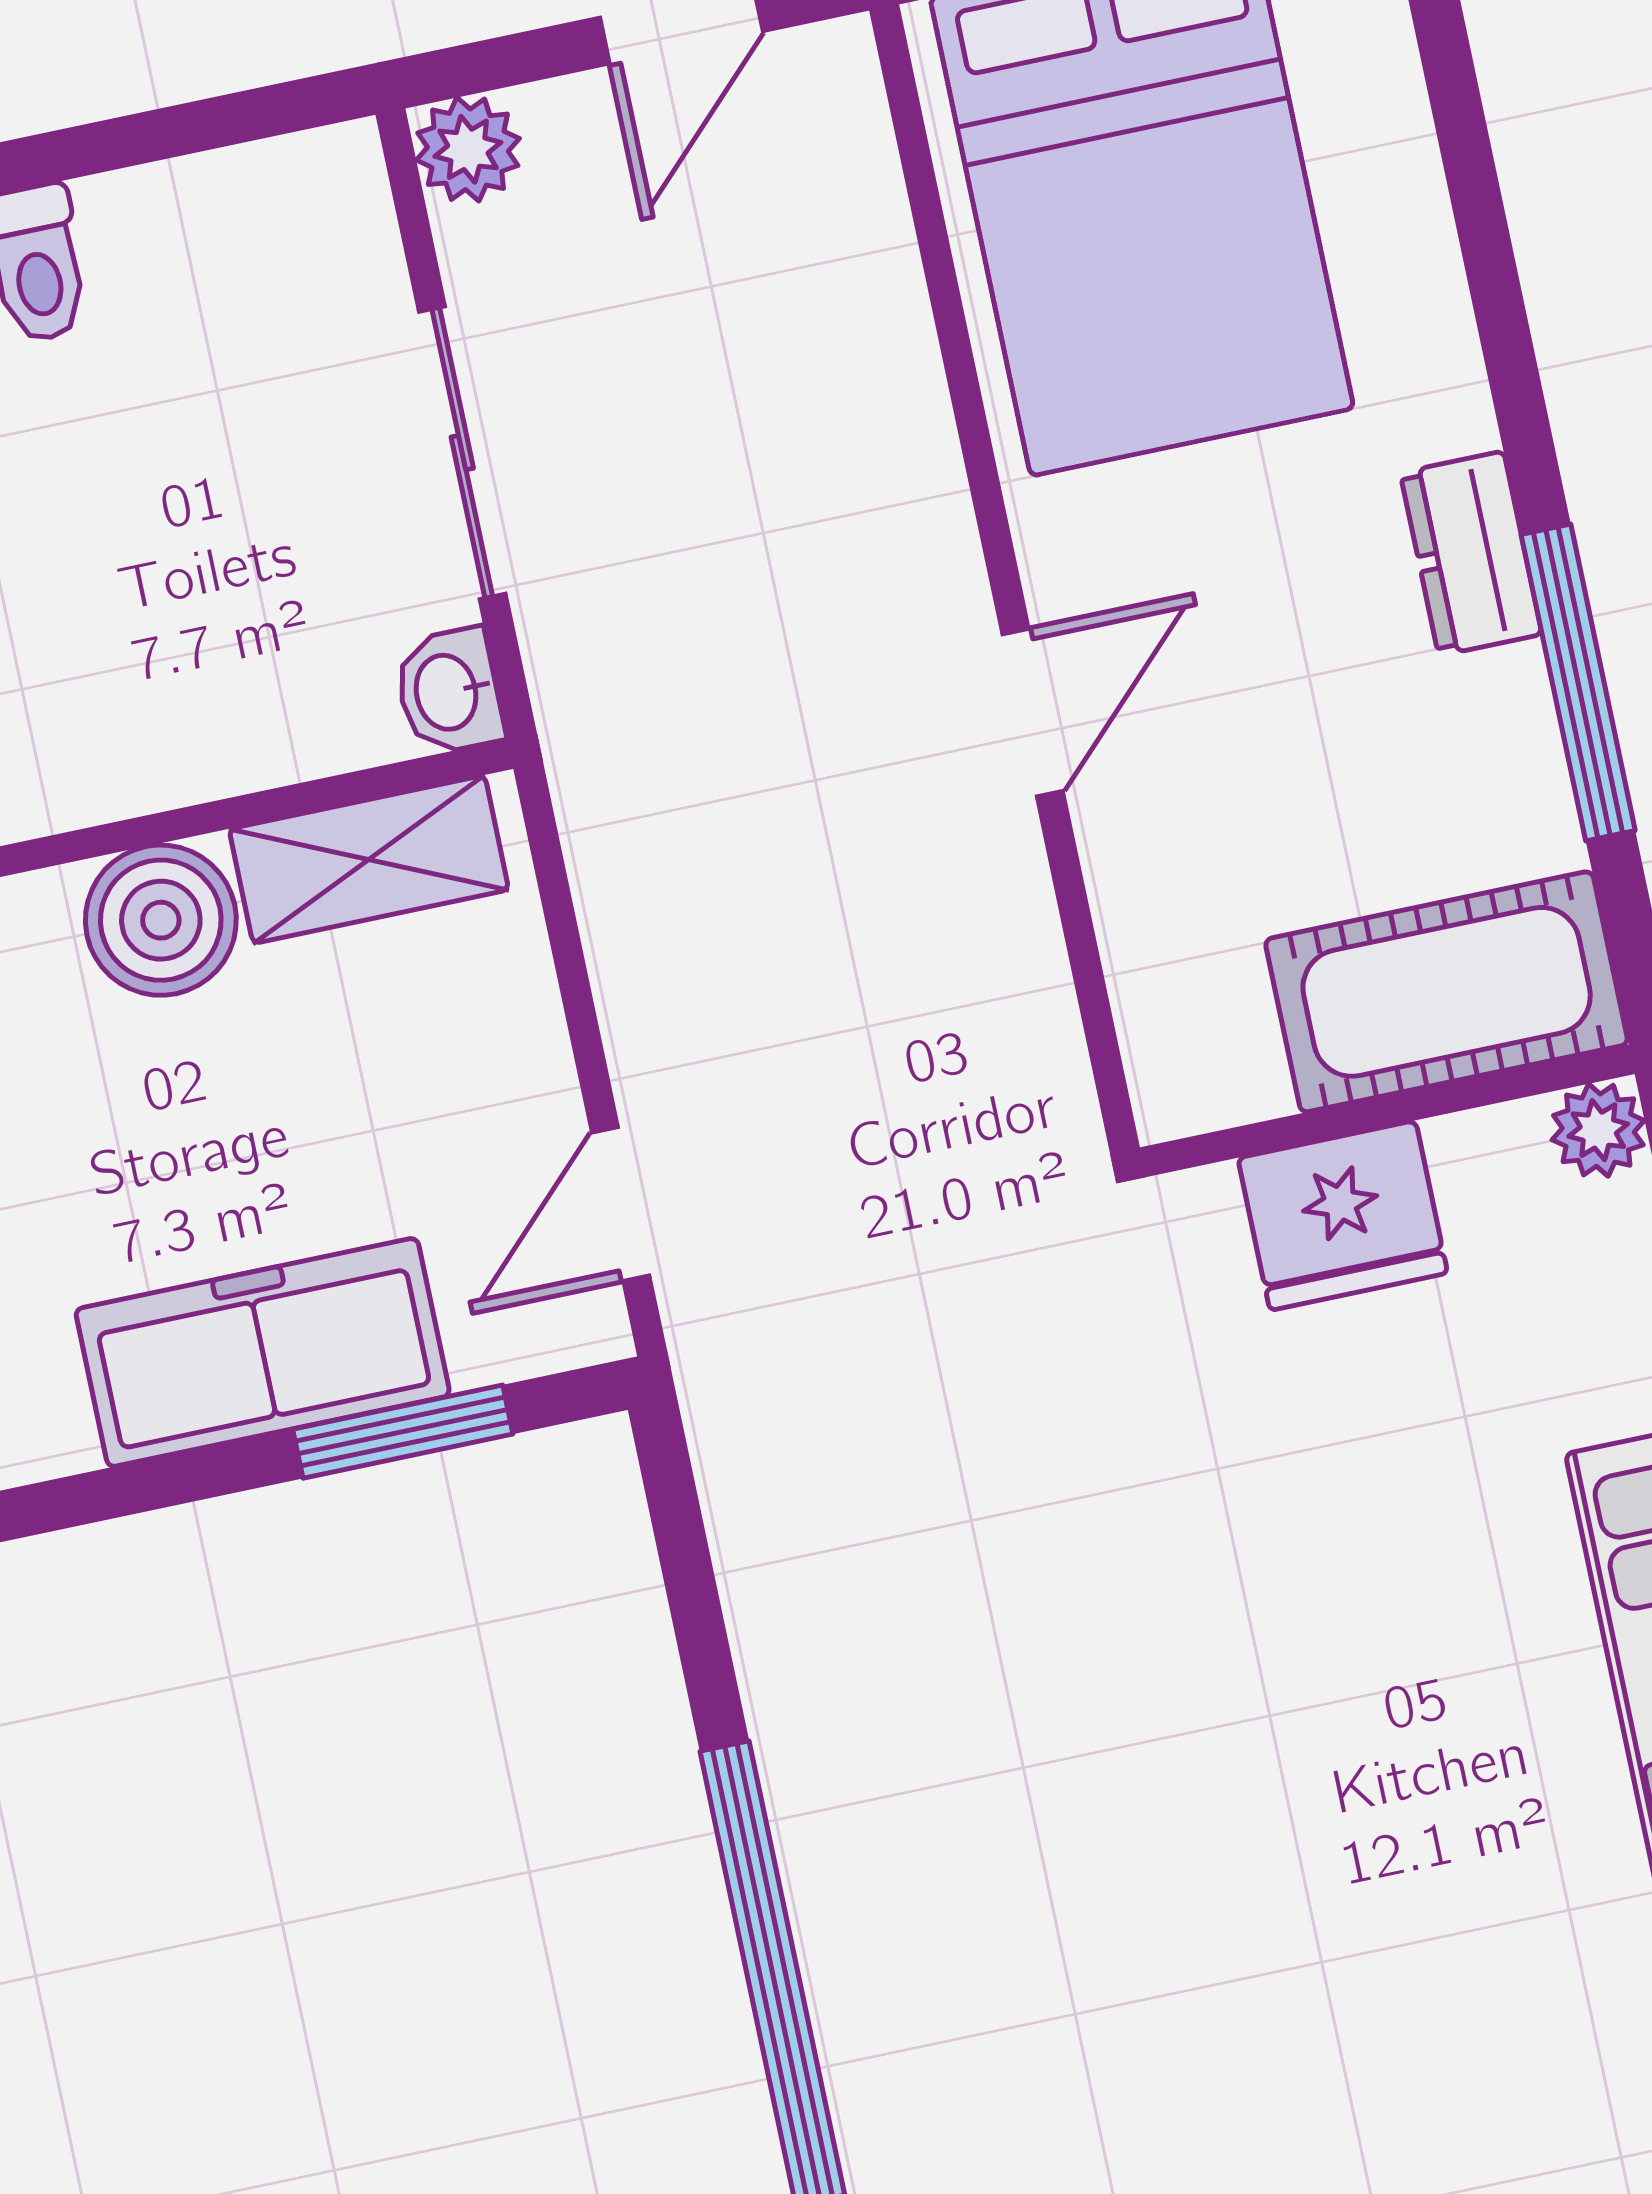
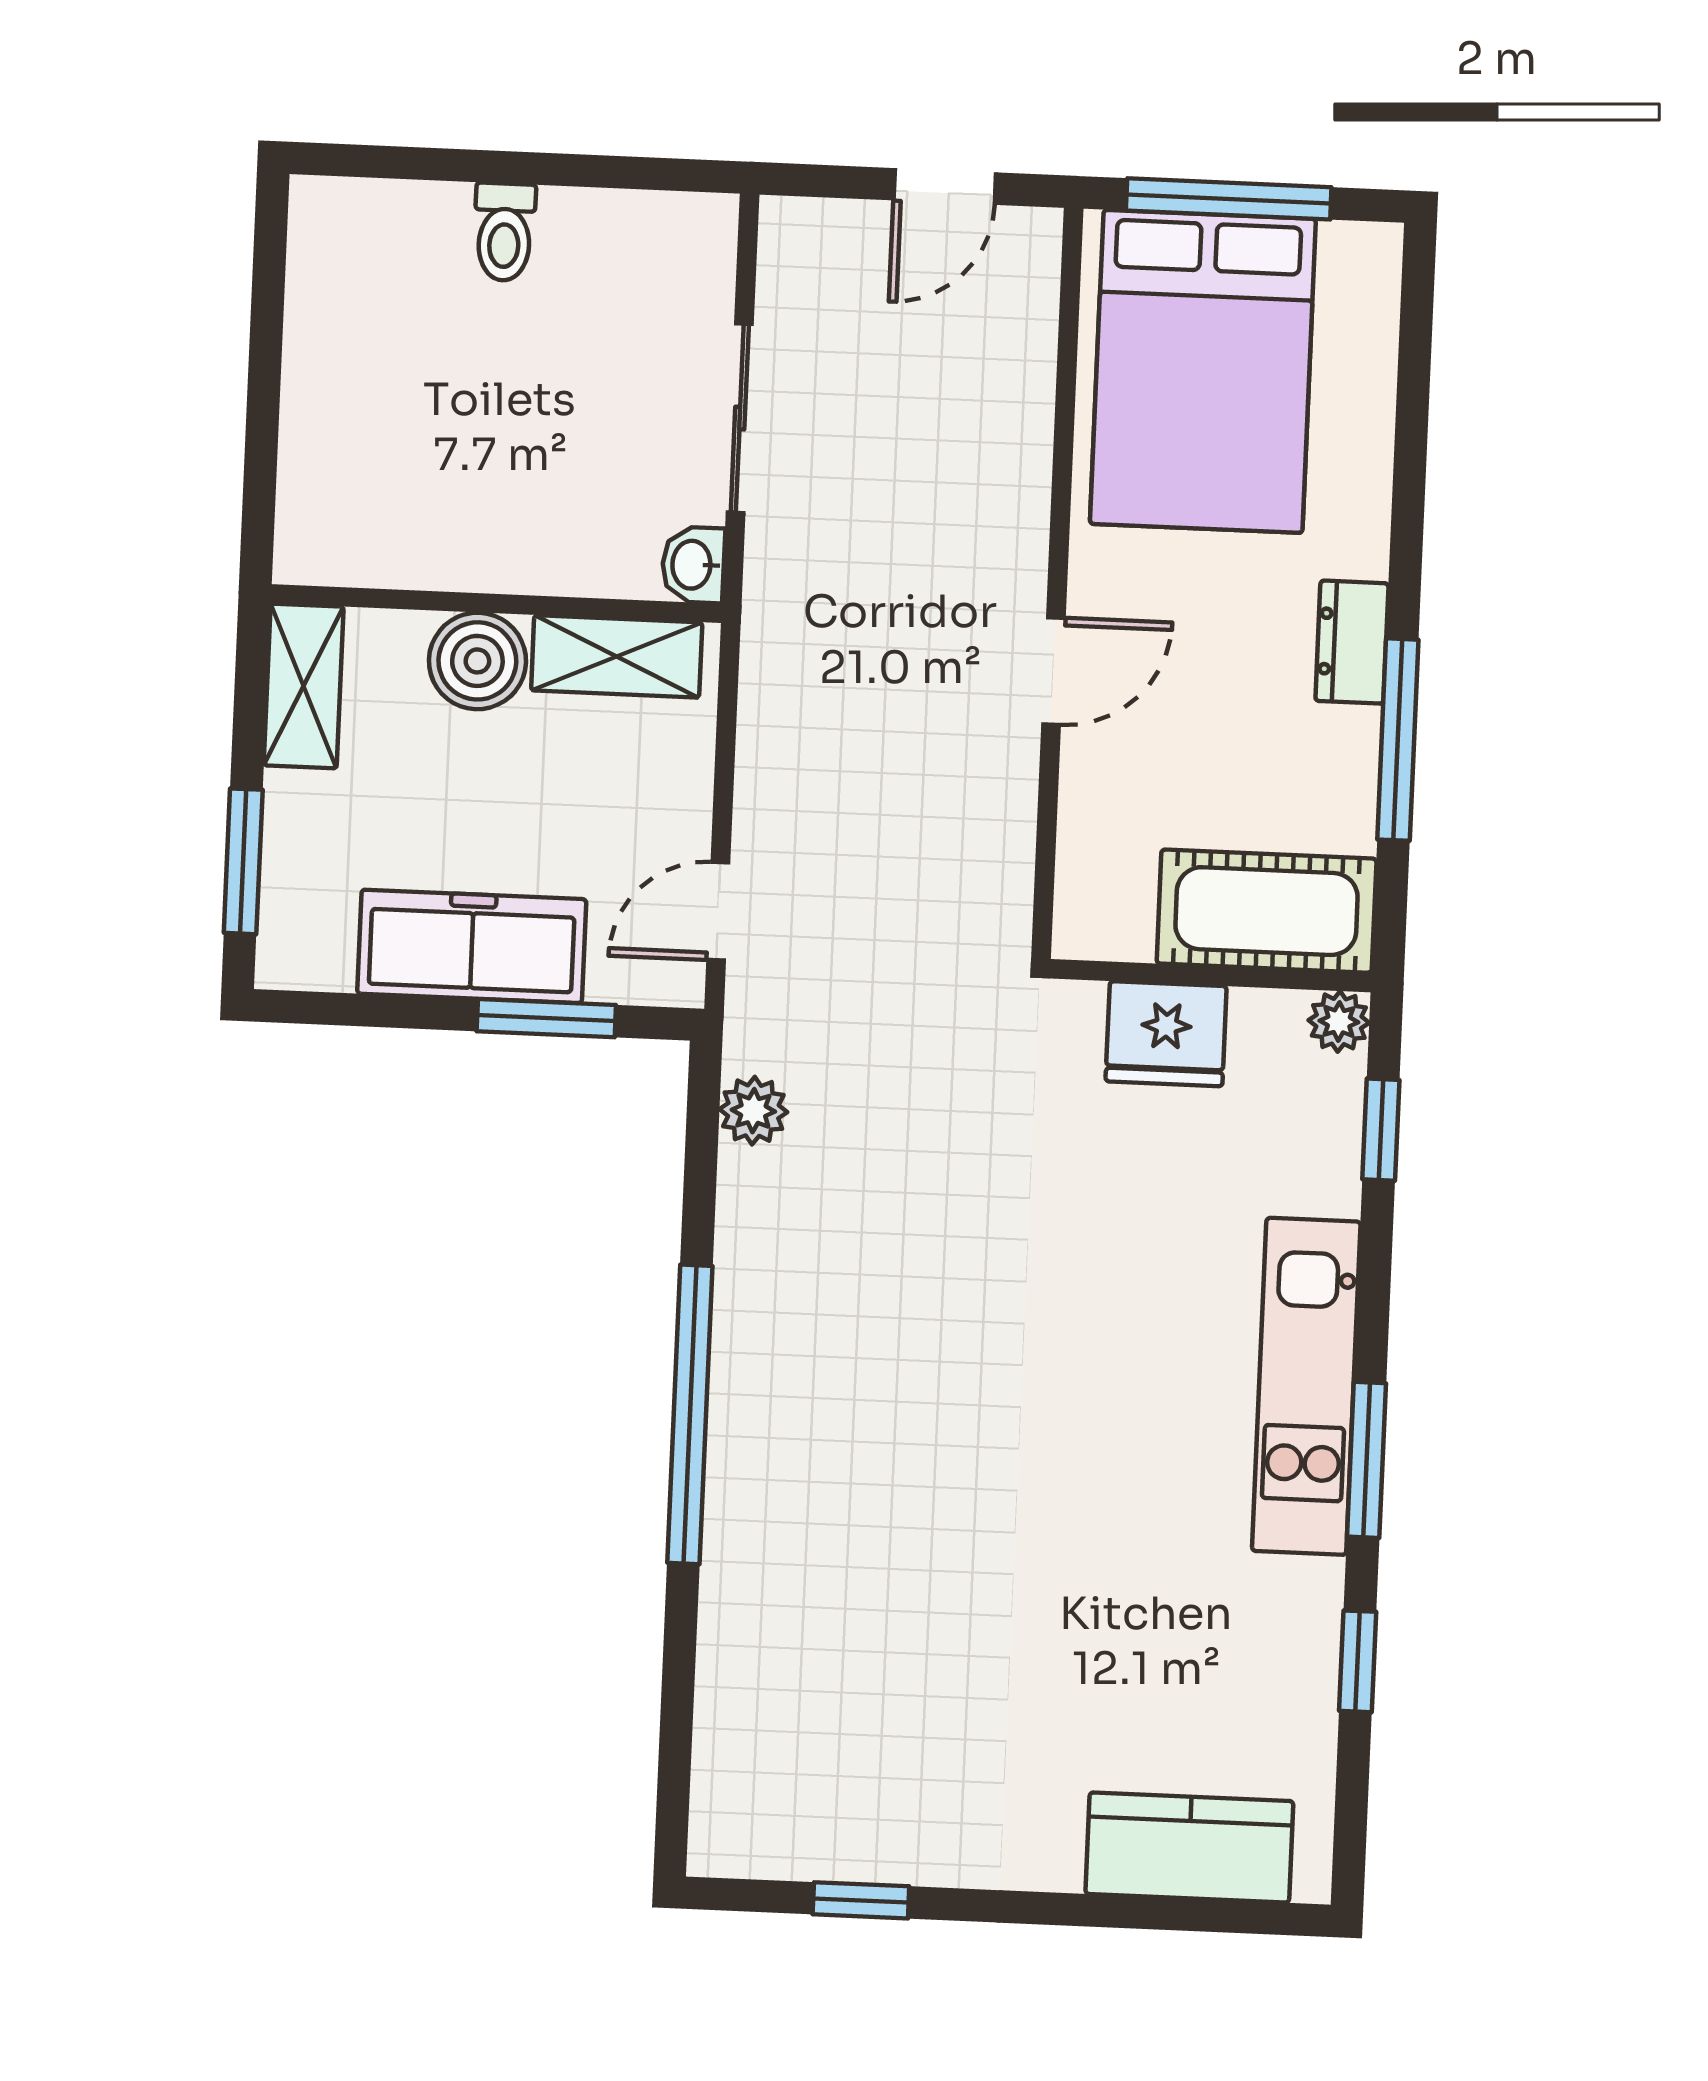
plant: (468, 149) -> (753, 1111), moved

